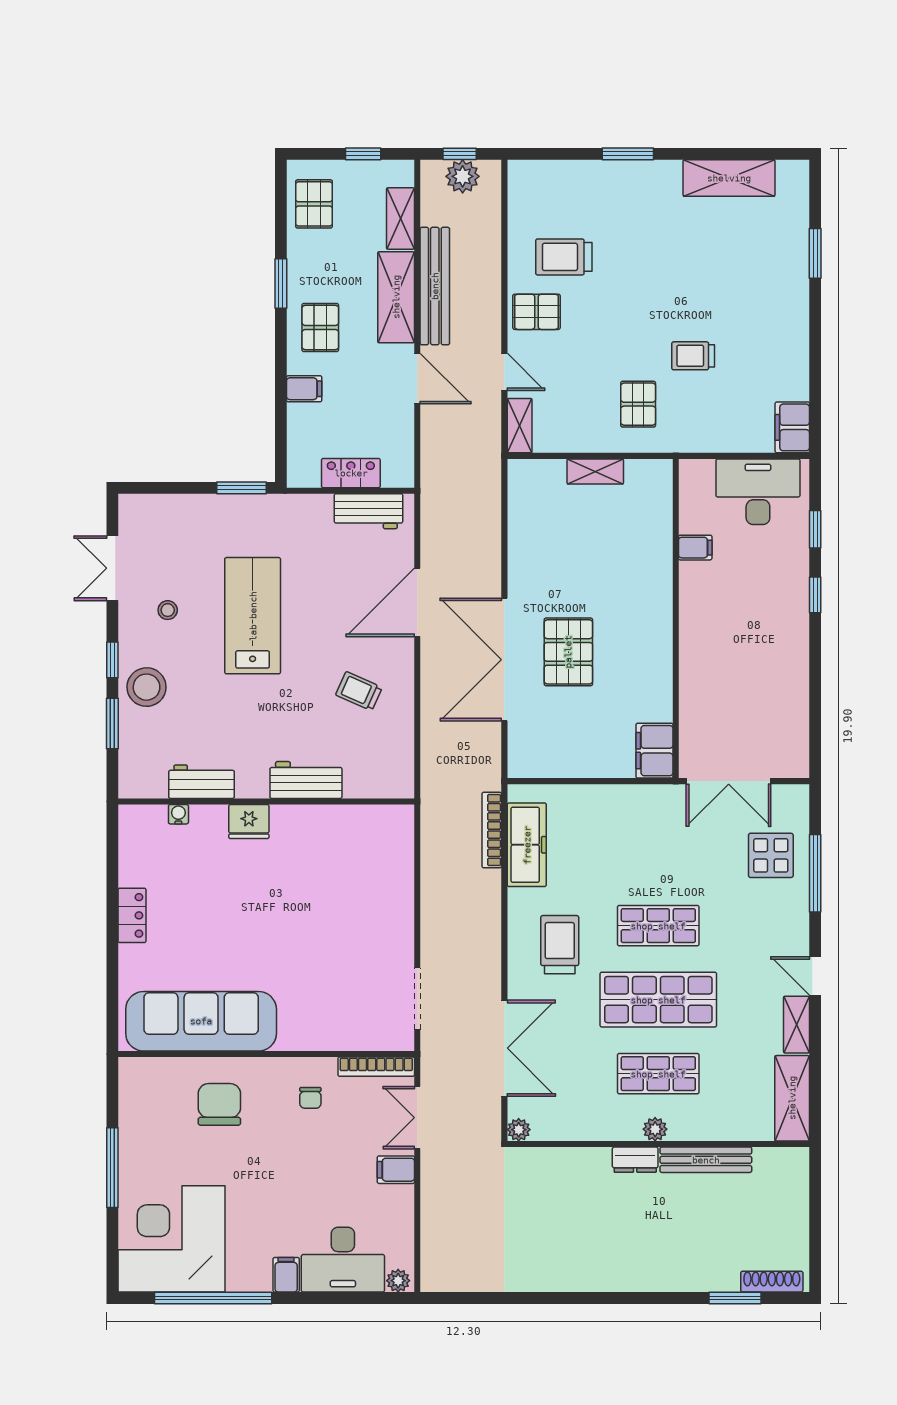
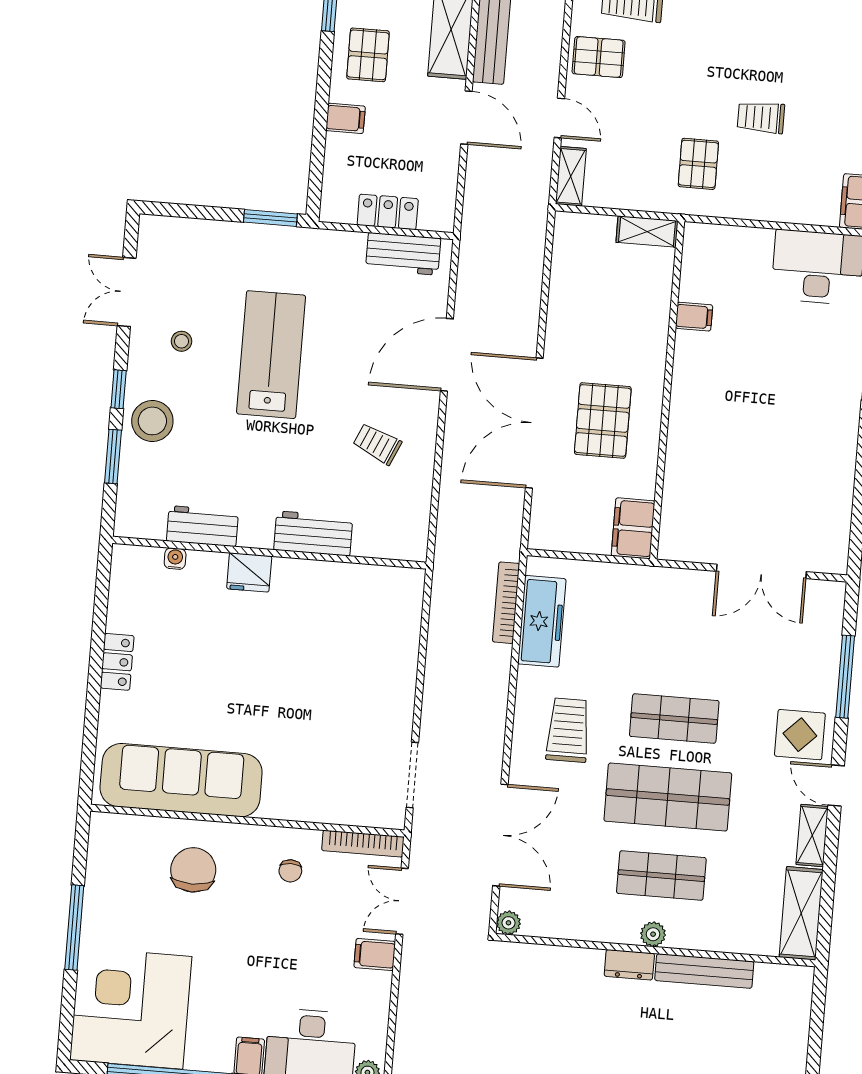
filing cabinet: (695, 548) -> (694, 317), moved
wall: (676, 619) -> (667, 390), moved
filing cabinet: (654, 751) -> (633, 528), moved
display table: (771, 855) -> (800, 735), moved

